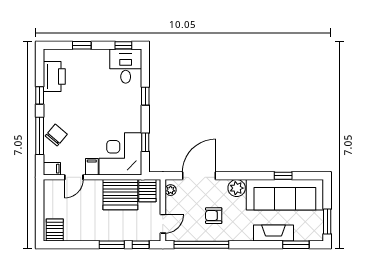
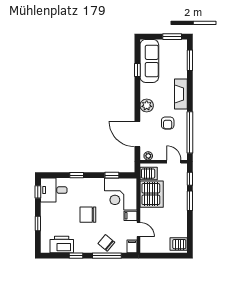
chair: (93, 111) -> (88, 215), added
sofa: (285, 195) -> (149, 61), width x0.74, depth x0.79
fireplace: (274, 233) -> (181, 94), moved

